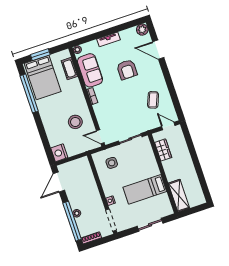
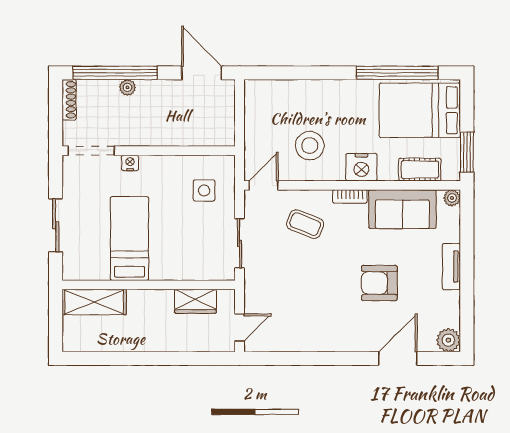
window: (40, 55) -> (467, 152), moved
coffee table: (153, 100) -> (305, 224), moved
nightstand: (59, 153) -> (361, 167), moved, turned 180

